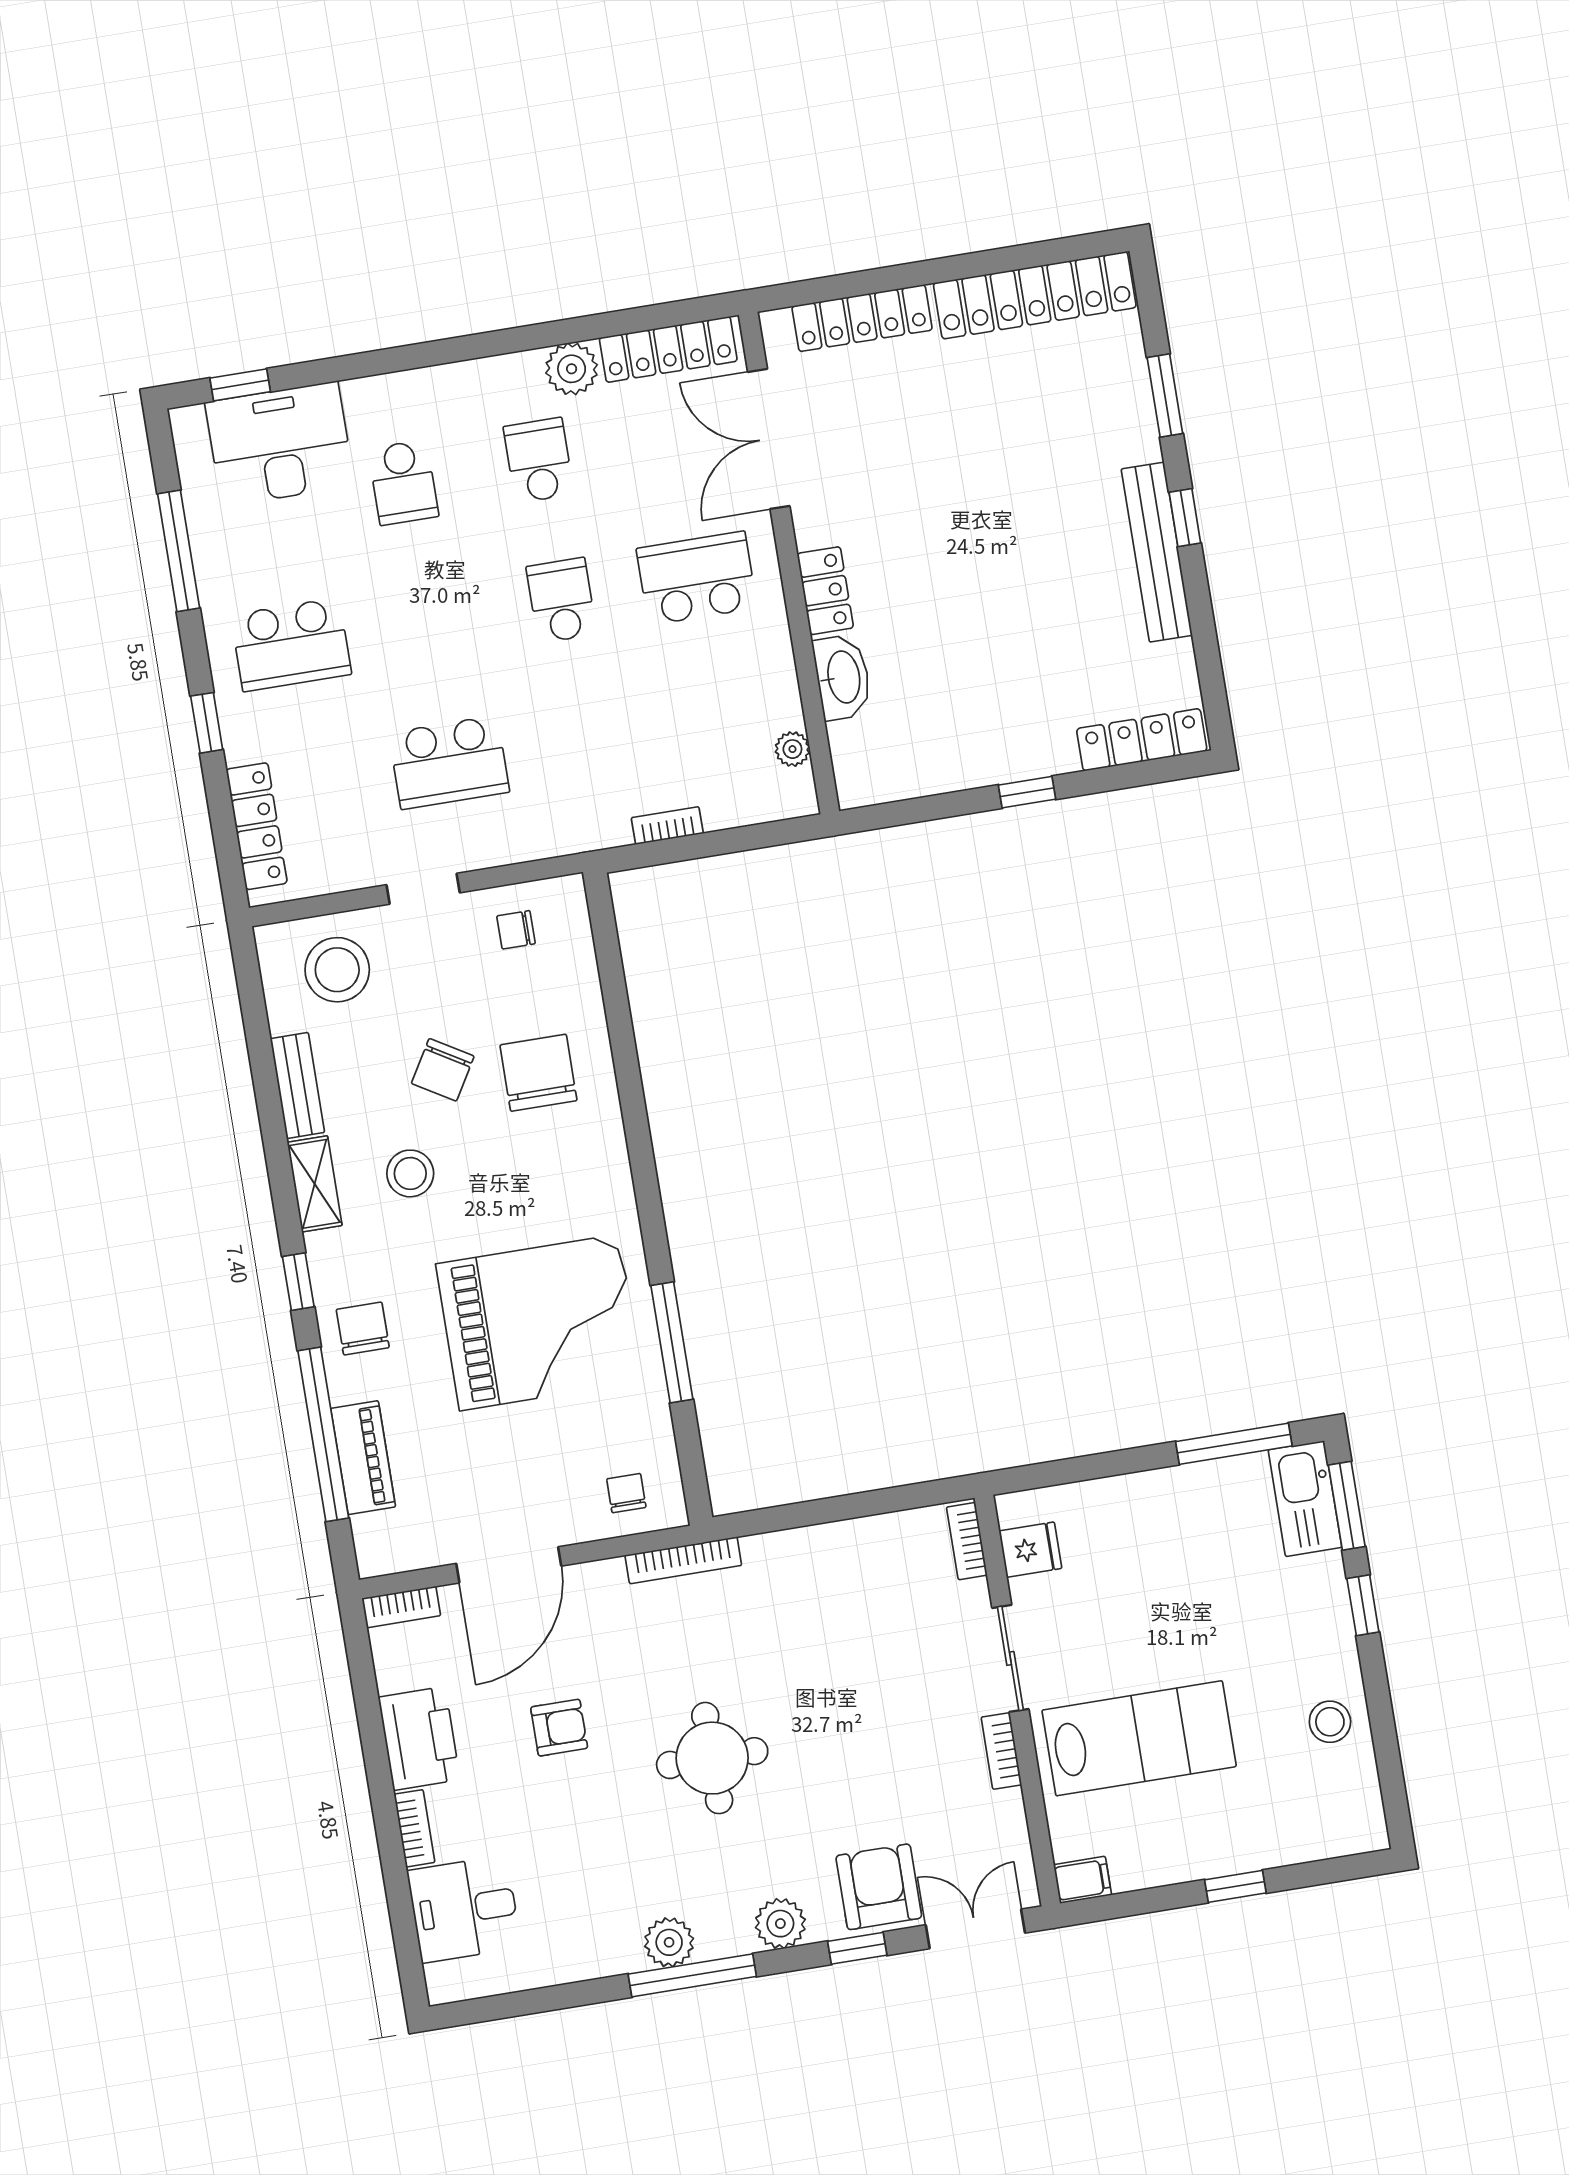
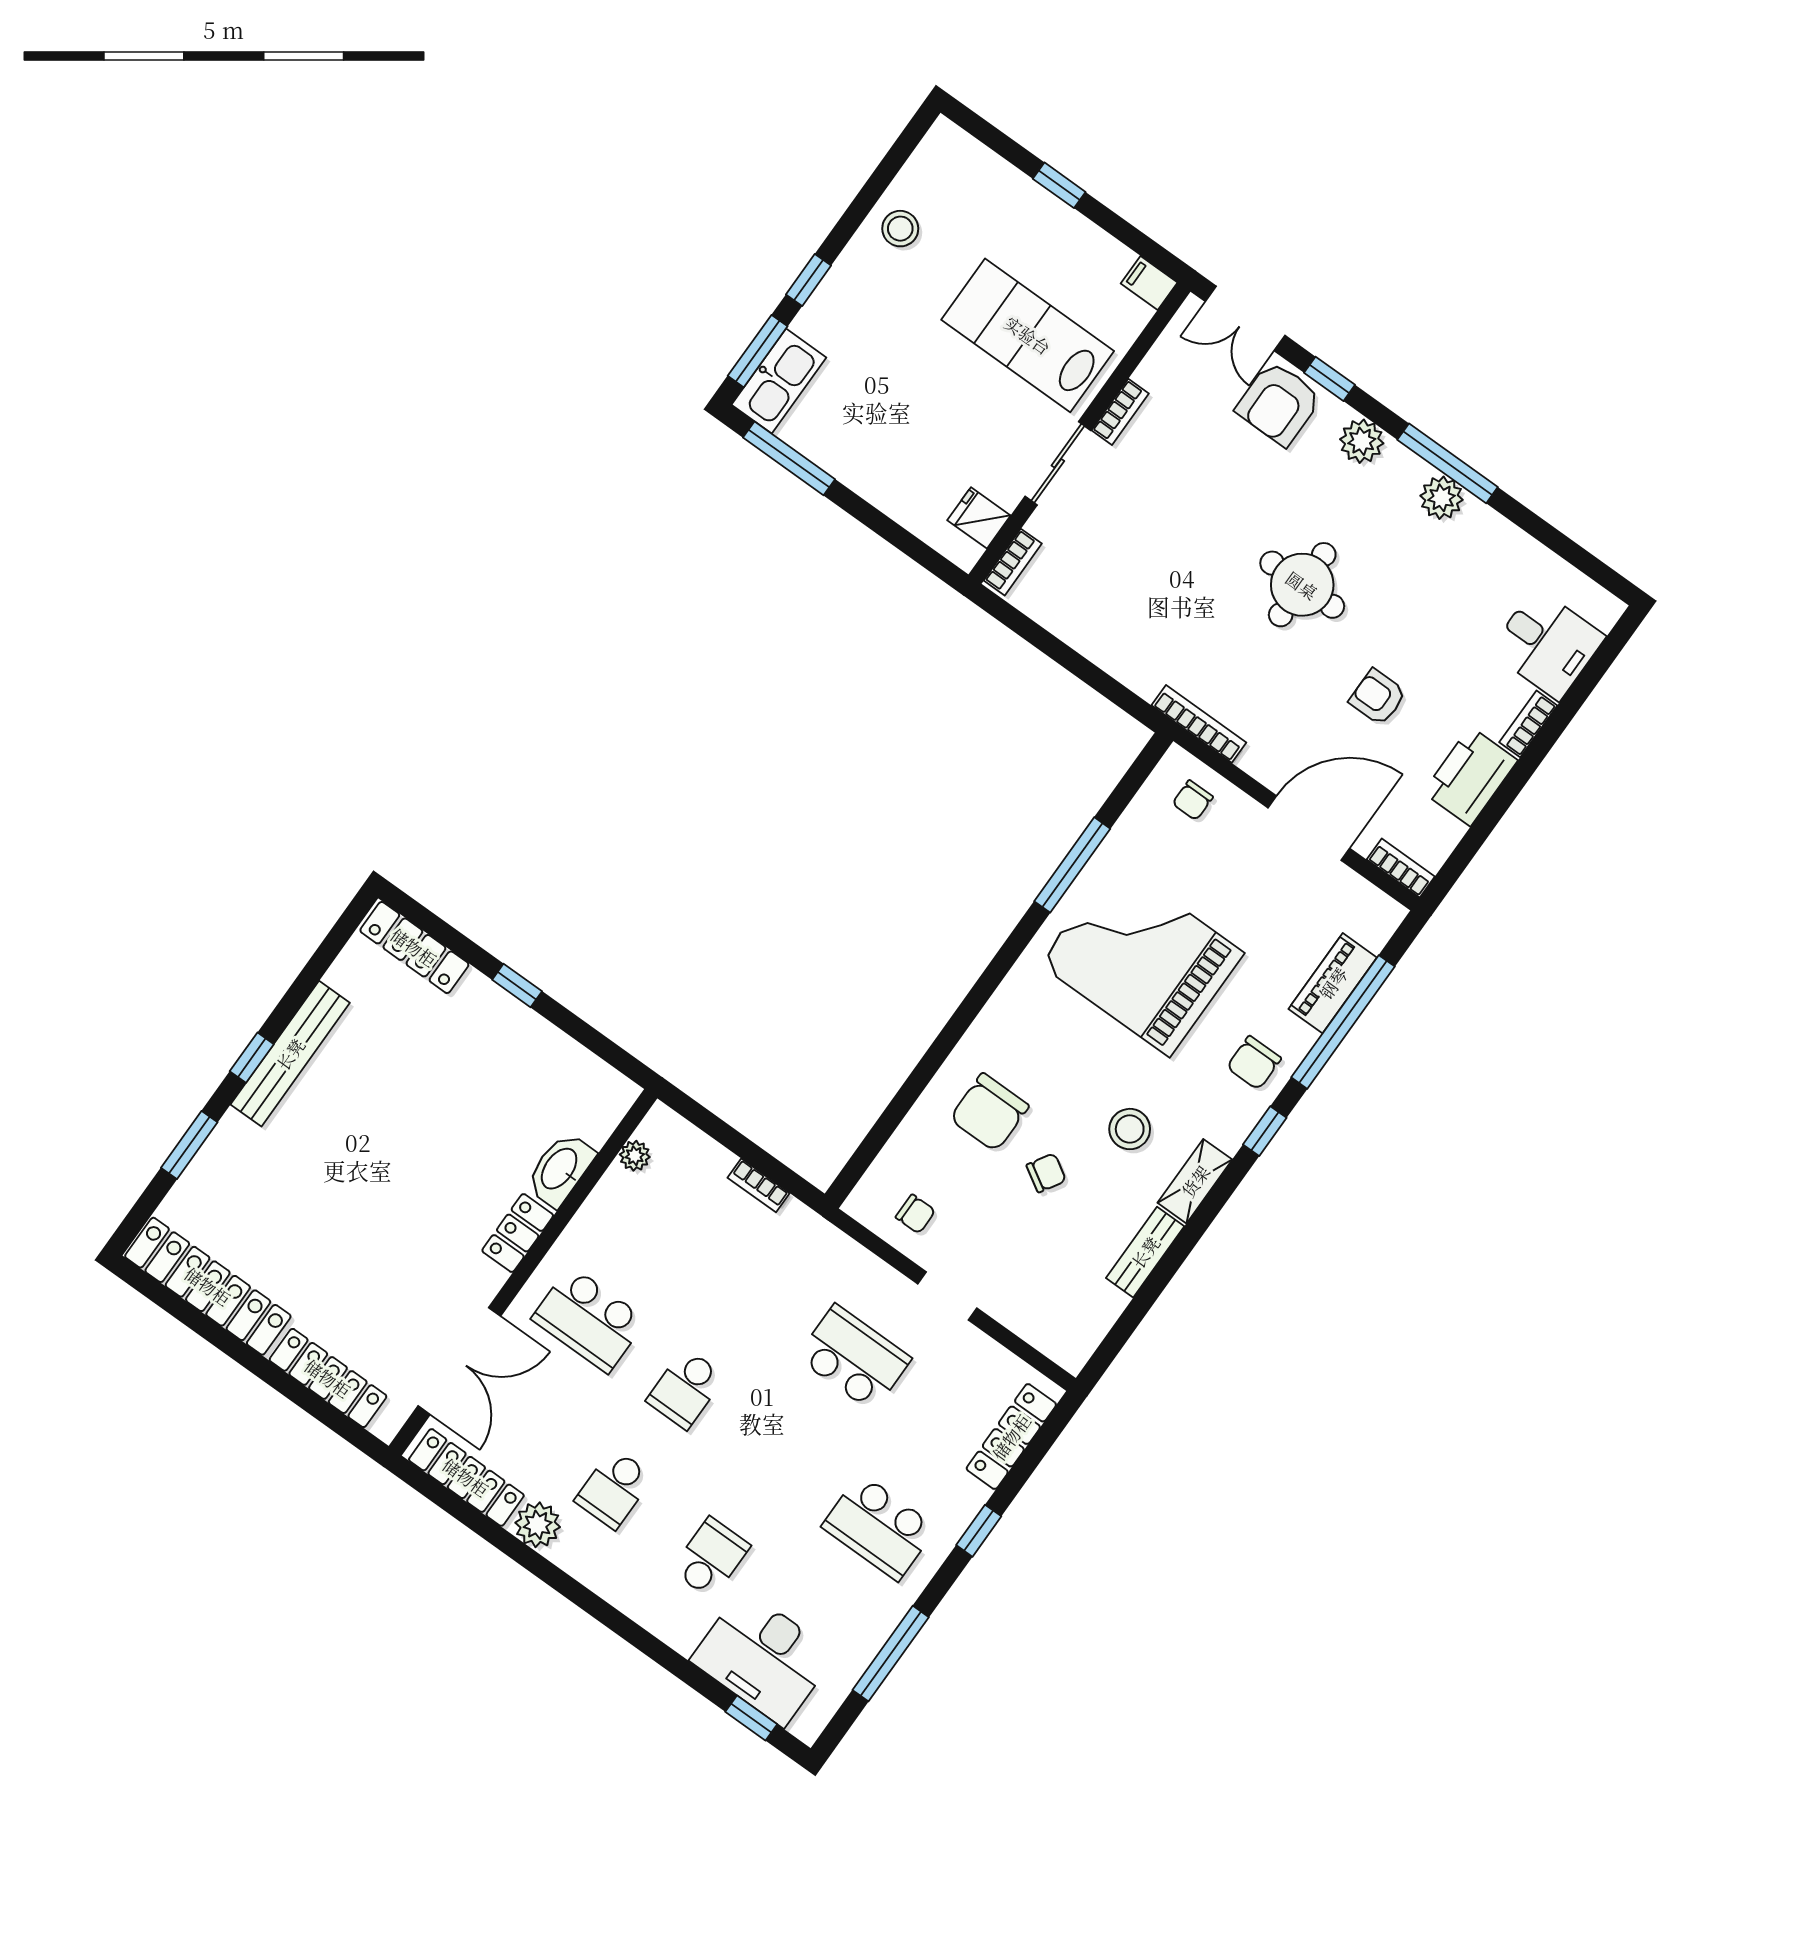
school desk: (291, 645) -> (879, 1527), turned 180
stool: (337, 970) -> (1050, 1299), removed
chair: (443, 1070) -> (1046, 1173), width x0.73, depth x0.73

